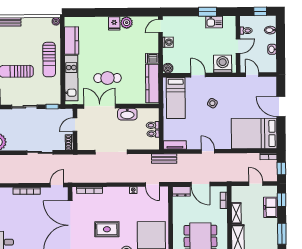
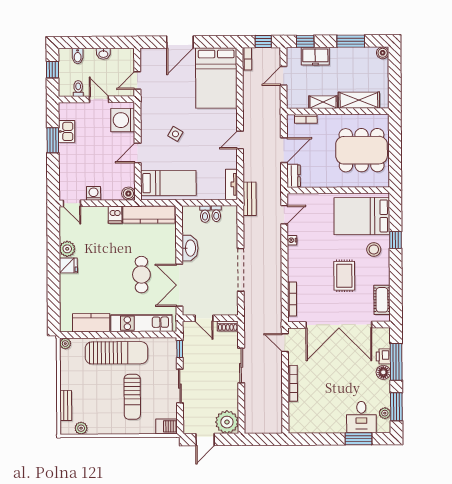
sun lounger: (49, 59) -> (116, 353), width x1.36, depth x1.34

